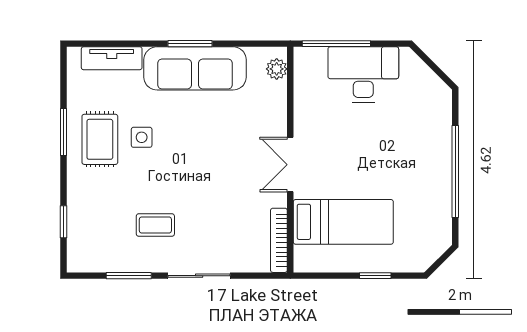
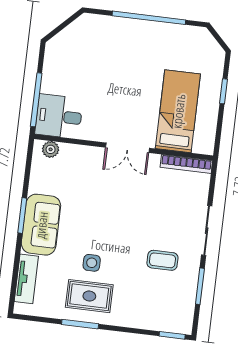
sofa: (195, 68) -> (41, 225), width x0.73
desk: (363, 74) -> (59, 116), moved, width x0.73
window: (63, 222) -> (172, 335), moved
coffee table: (155, 225) -> (162, 260), turned 90

